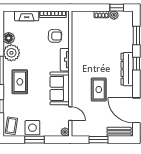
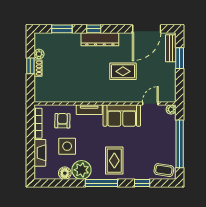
window: (117, 8) -> (30, 66), moved
rug: (20, 82) -> (114, 161), turned 90
side table: (32, 128) -> (67, 146), moved
window: (34, 140) -> (180, 144), width x2.11
window: (99, 140) -> (180, 58), moved

